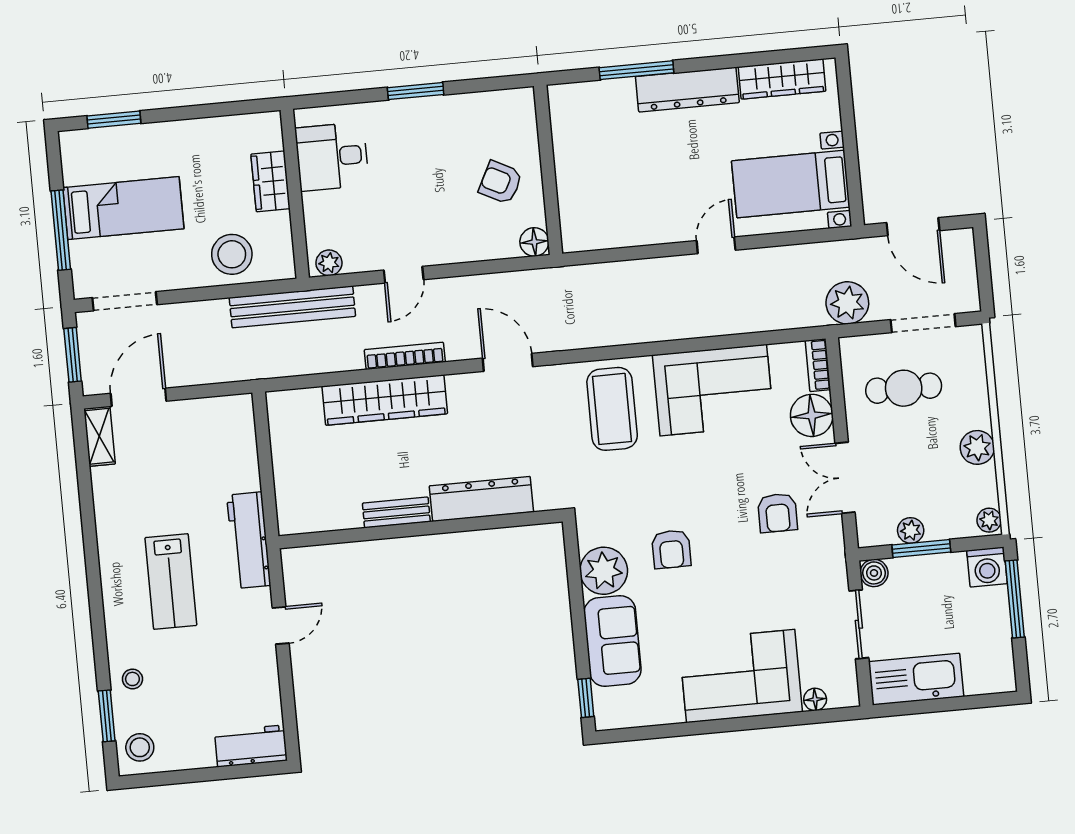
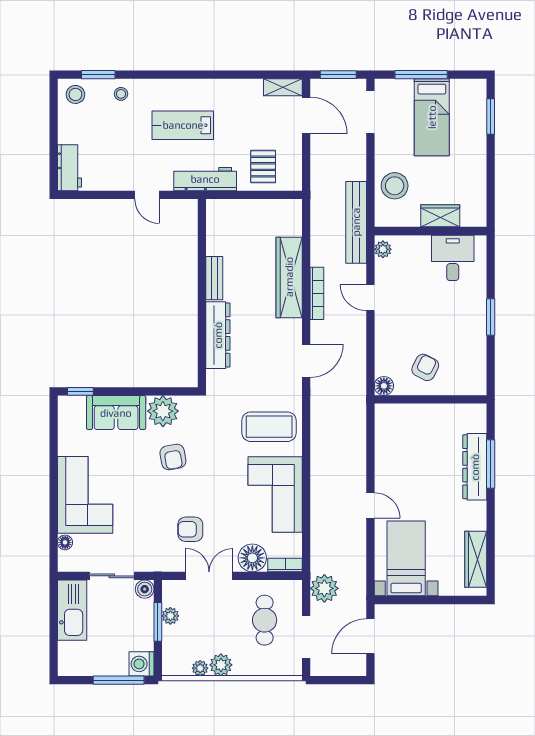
dresser: (687, 90) -> (475, 467), moved
pallet: (222, 455) -> (263, 167), added
plant: (989, 520) -> (200, 668), moved
armchair: (671, 549) -> (173, 457), turned -100

